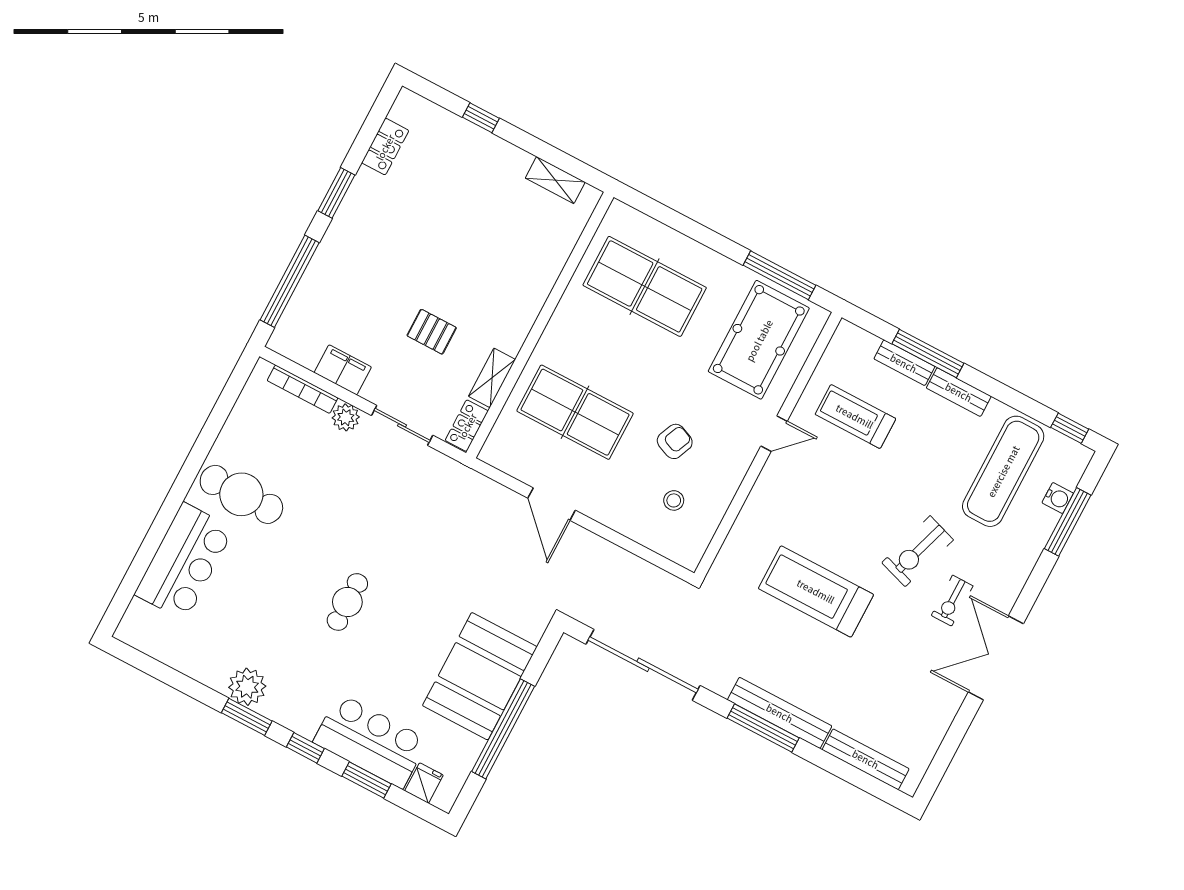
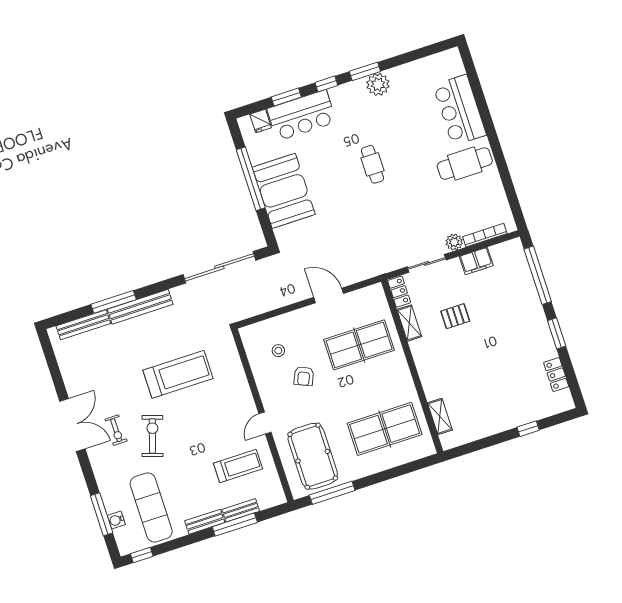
shelving: (555, 180) -> (440, 416), moved, turned 90
exercise bike: (952, 601) -> (116, 430), turned 180
window: (763, 728) -> (114, 302), moved

